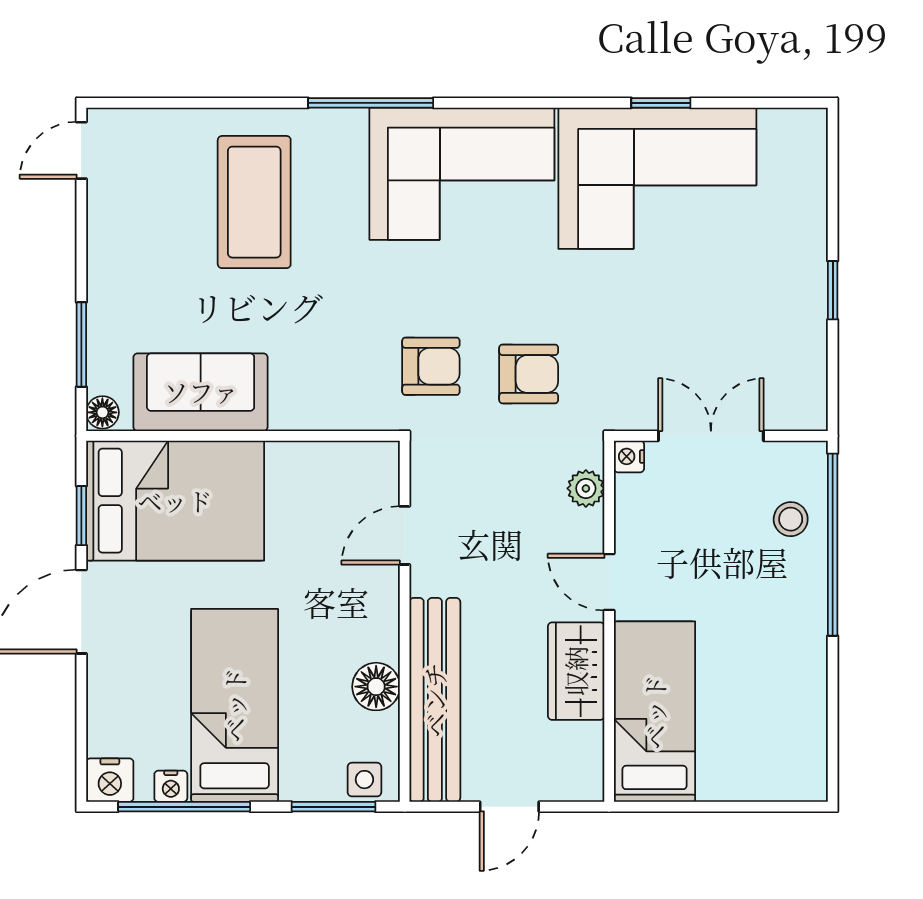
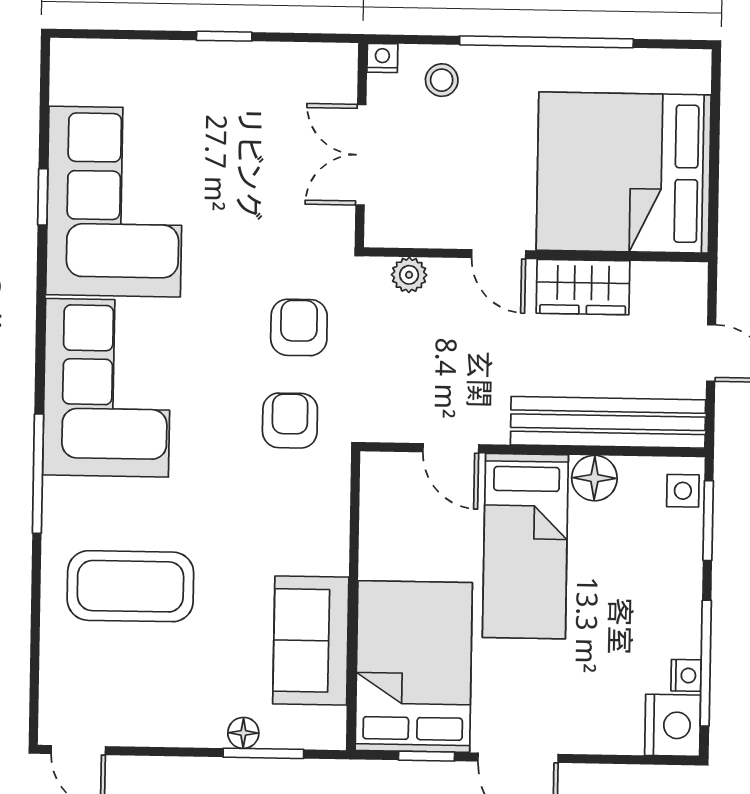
floor lamp: (102, 412) -> (243, 733), moved
nightstand: (629, 456) -> (382, 58), moved, turned 180
window: (833, 545) -> (546, 42), moved
door: (609, 582) -> (499, 254), hinge flipped
bed: (235, 705) -> (525, 546), moved, turned -90
bed: (655, 712) -> (624, 173), width x2.04
nightstand: (110, 780) -> (673, 725), width x1.36, depth x1.33

